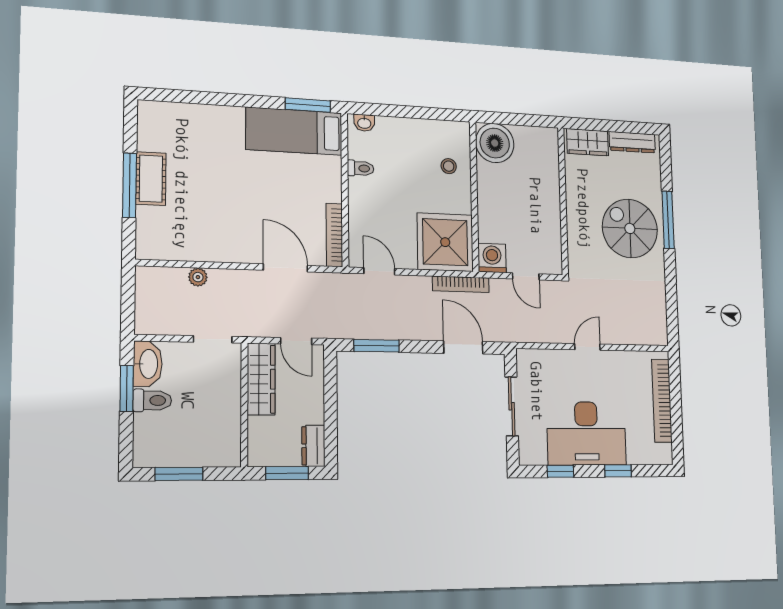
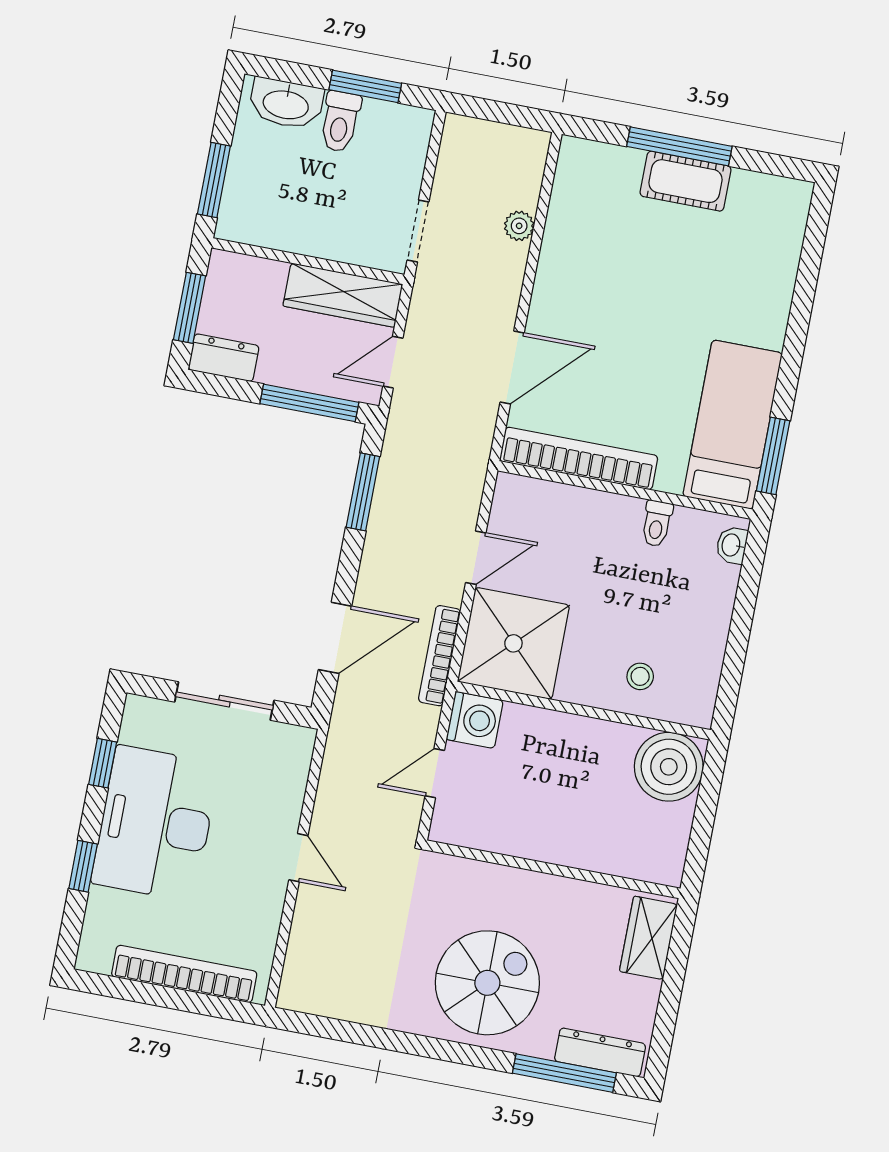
dresser: (632, 142) -> (600, 1052), moved, turned 90
window: (668, 220) -> (564, 1073), moved
bookcase: (334, 235) -> (579, 458), width x1.48, depth x1.31
door: (379, 271) -> (476, 558), moved
washbasin: (148, 364) -> (286, 103), moved
window: (330, 388) -> (309, 403), added
window: (179, 474) -> (214, 180), moved

